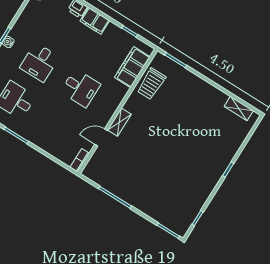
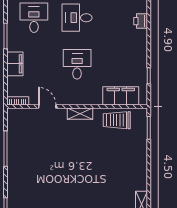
filing cabinet: (95, 21) -> (15, 64), moved, turned 180
desk: (80, 88) -> (77, 64), turned 180
shelving: (119, 122) -> (80, 114), moved

